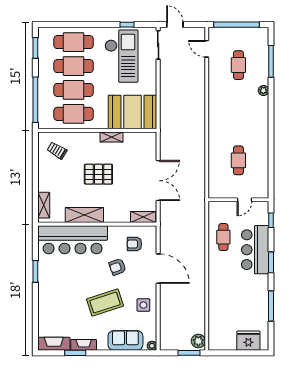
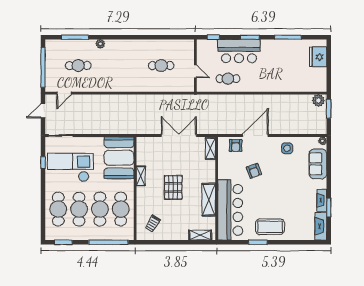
door: (175, 25) -> (43, 111), moved
door: (245, 200) -> (195, 71), moved
armchair: (134, 244) -> (236, 146), moved
coffee table: (105, 303) -> (270, 227), moved, turned -72

